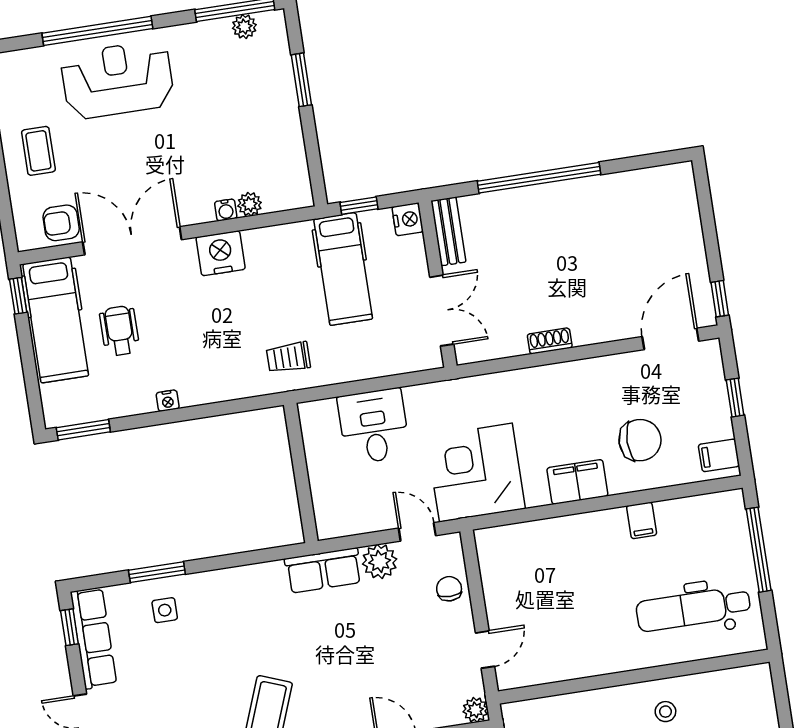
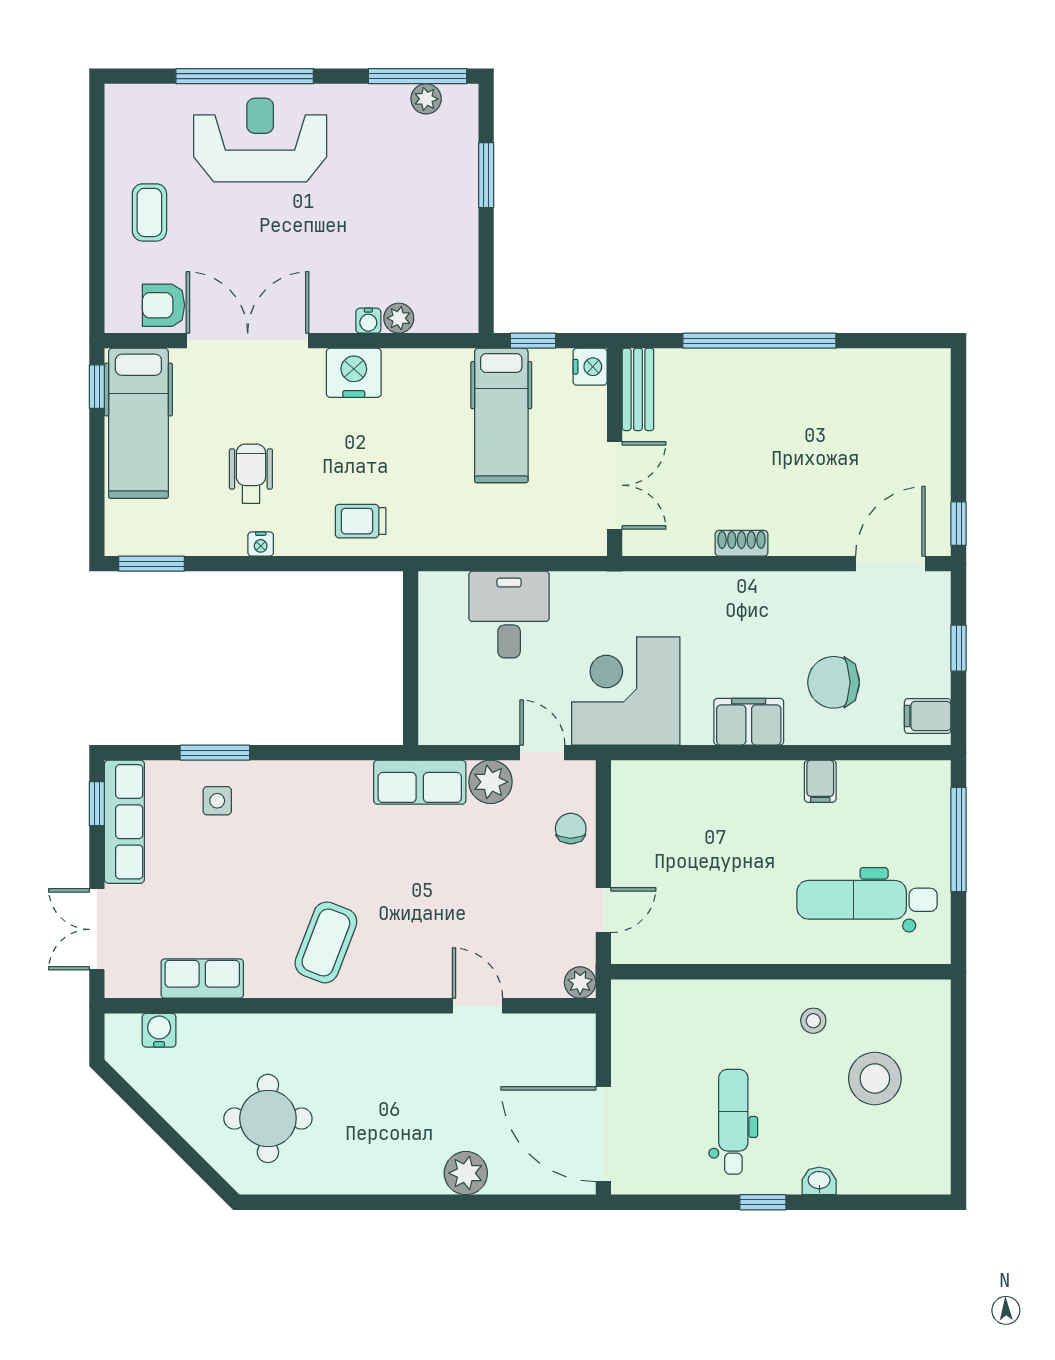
wheelchair: (120, 331) -> (251, 474), moved
trolley: (288, 357) -> (361, 521), moved
chair: (640, 440) -> (834, 682), turned 180

